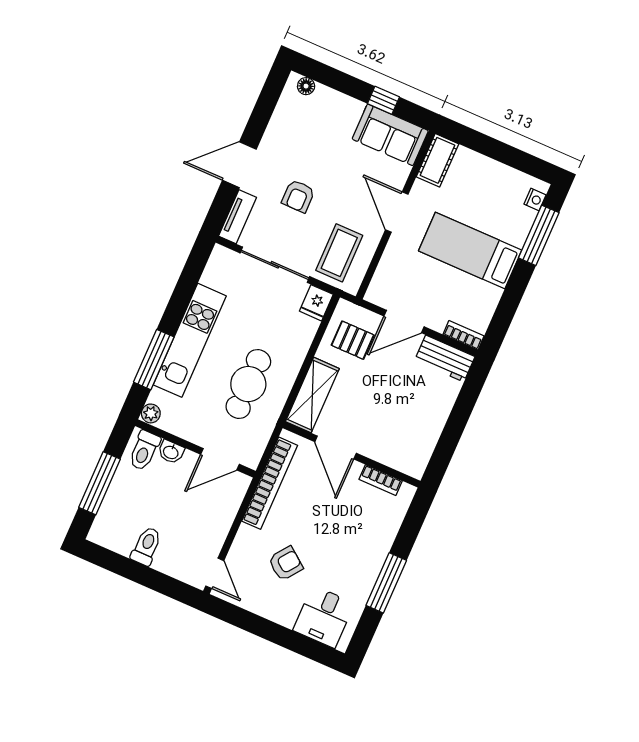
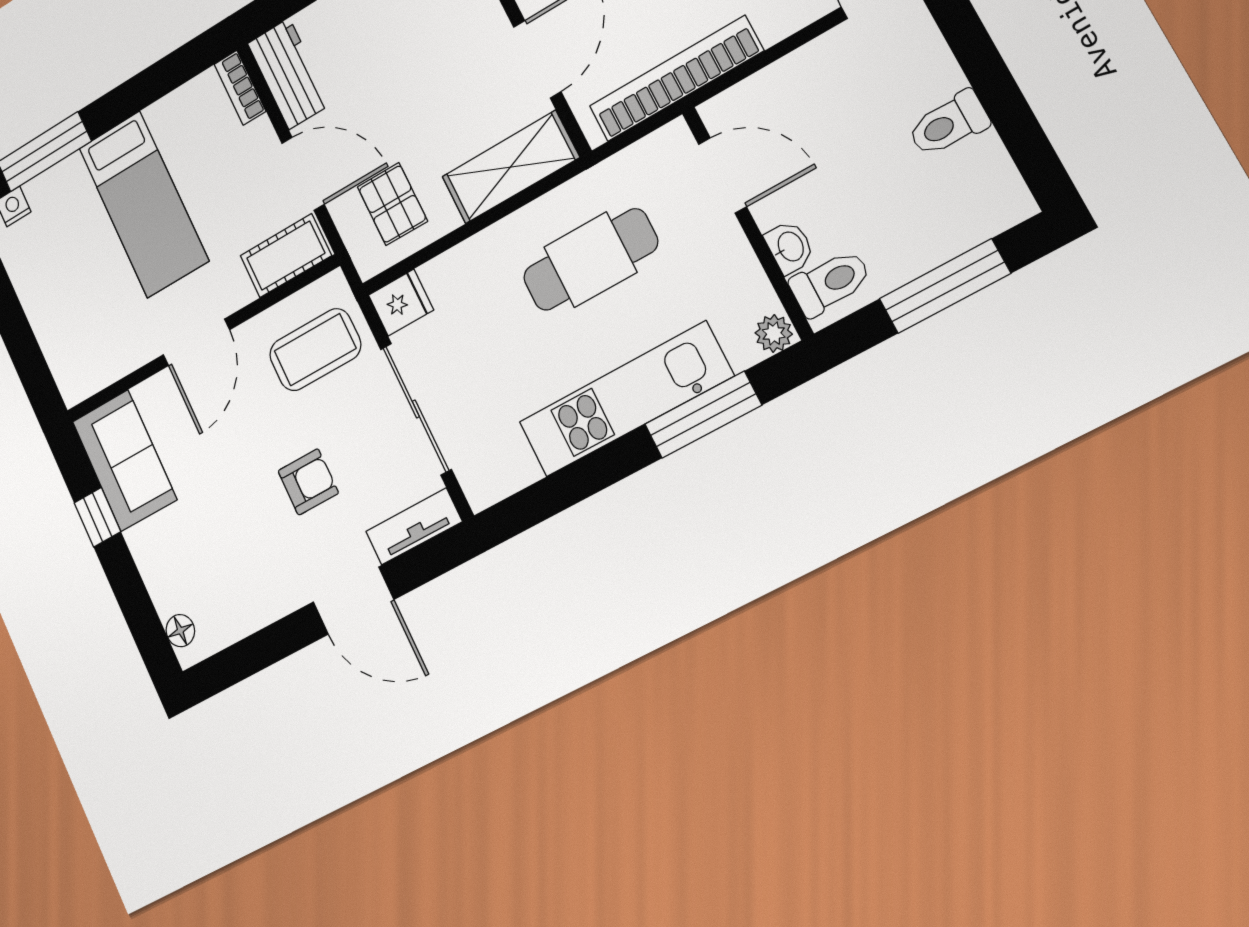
cot: (437, 160) -> (286, 256), moved

